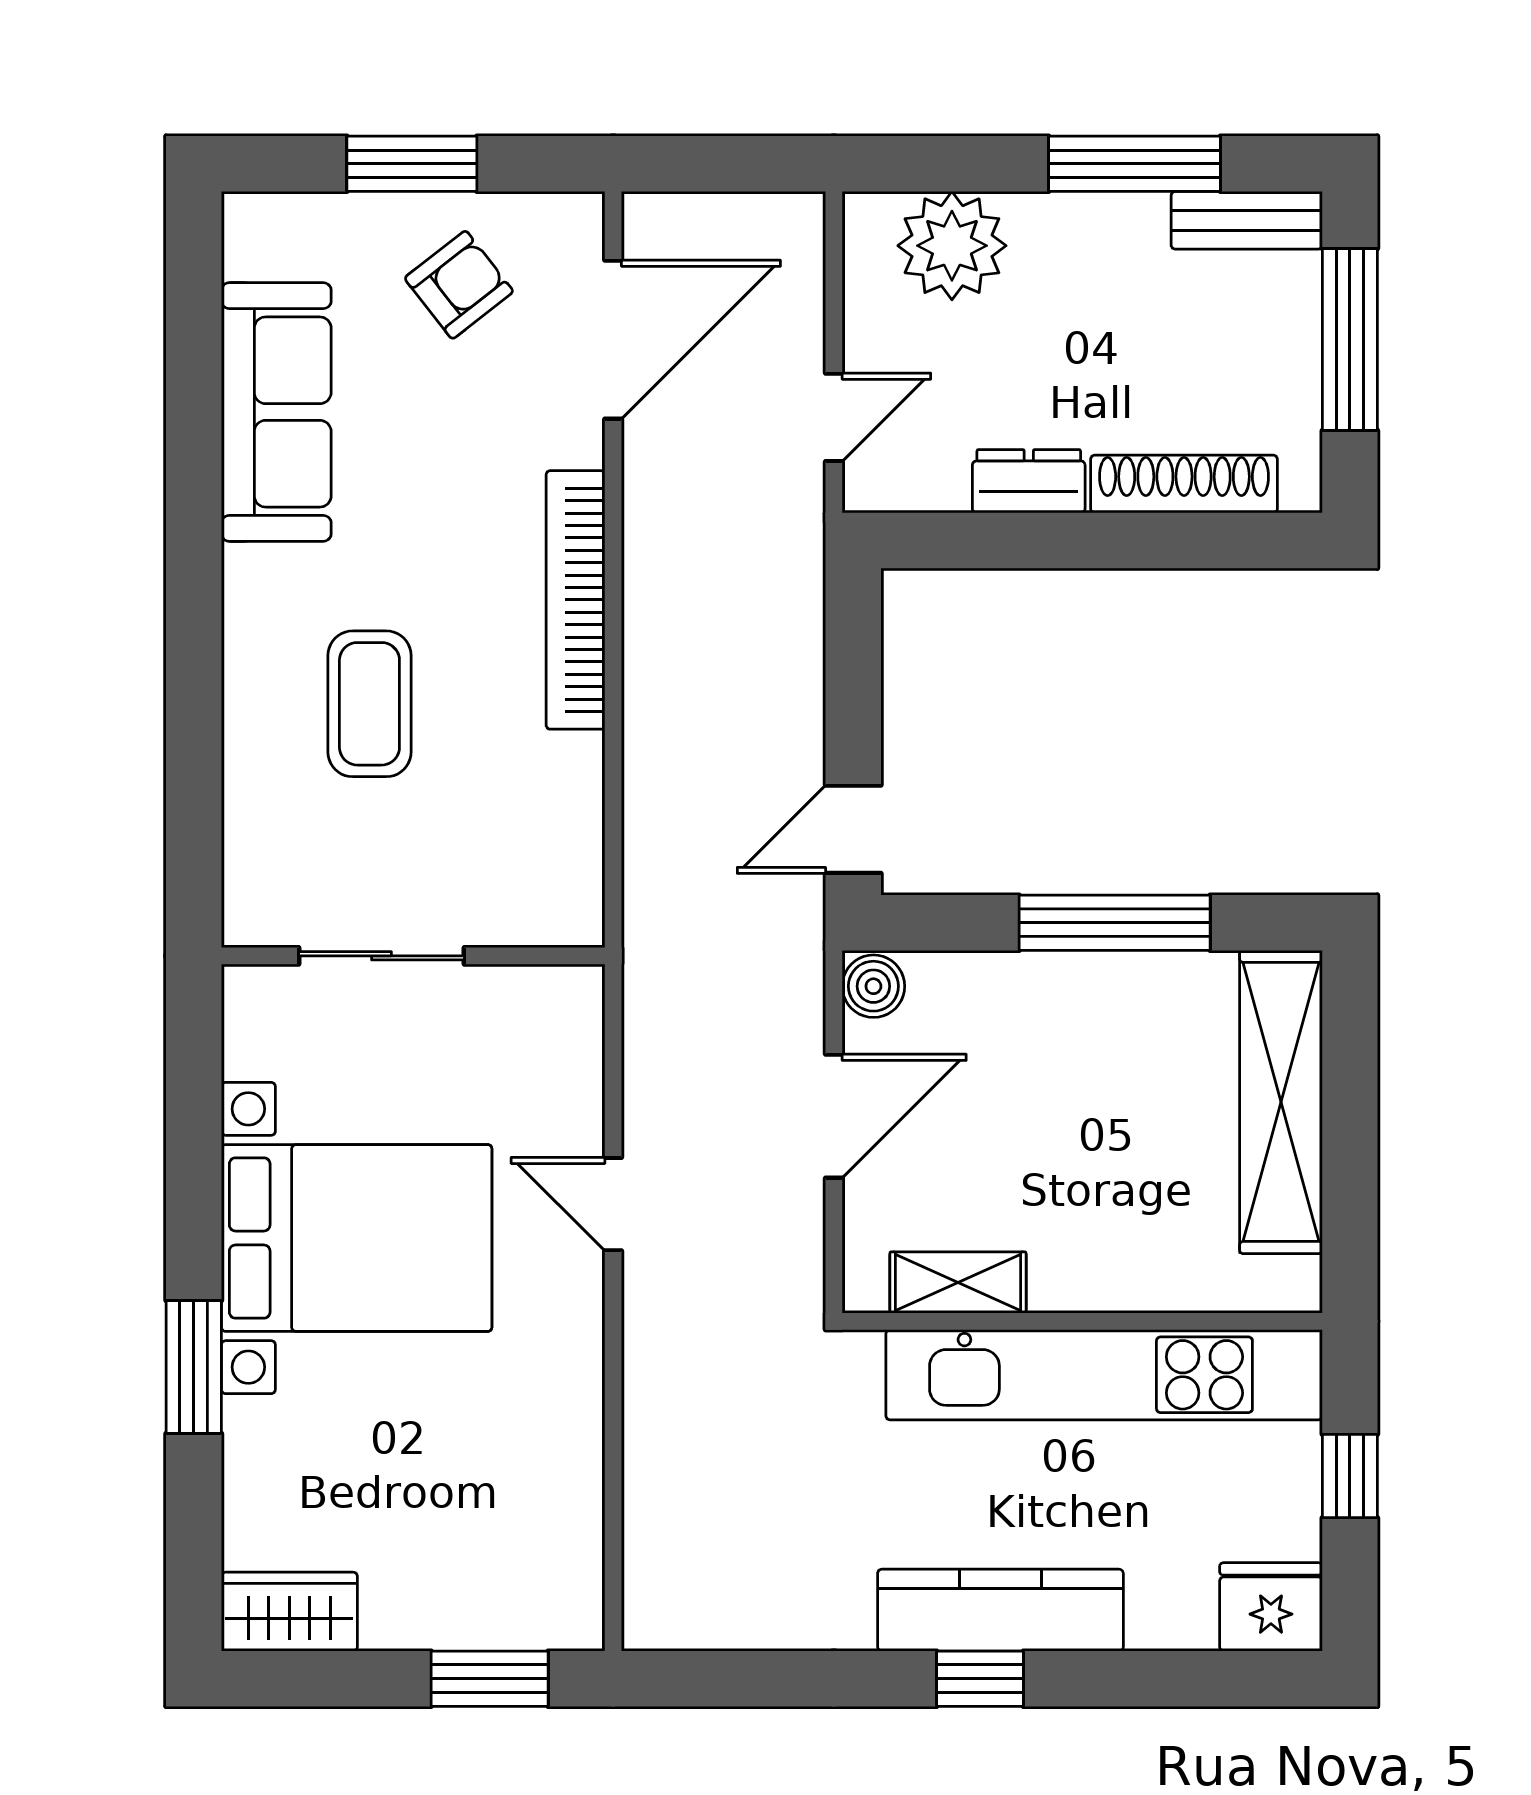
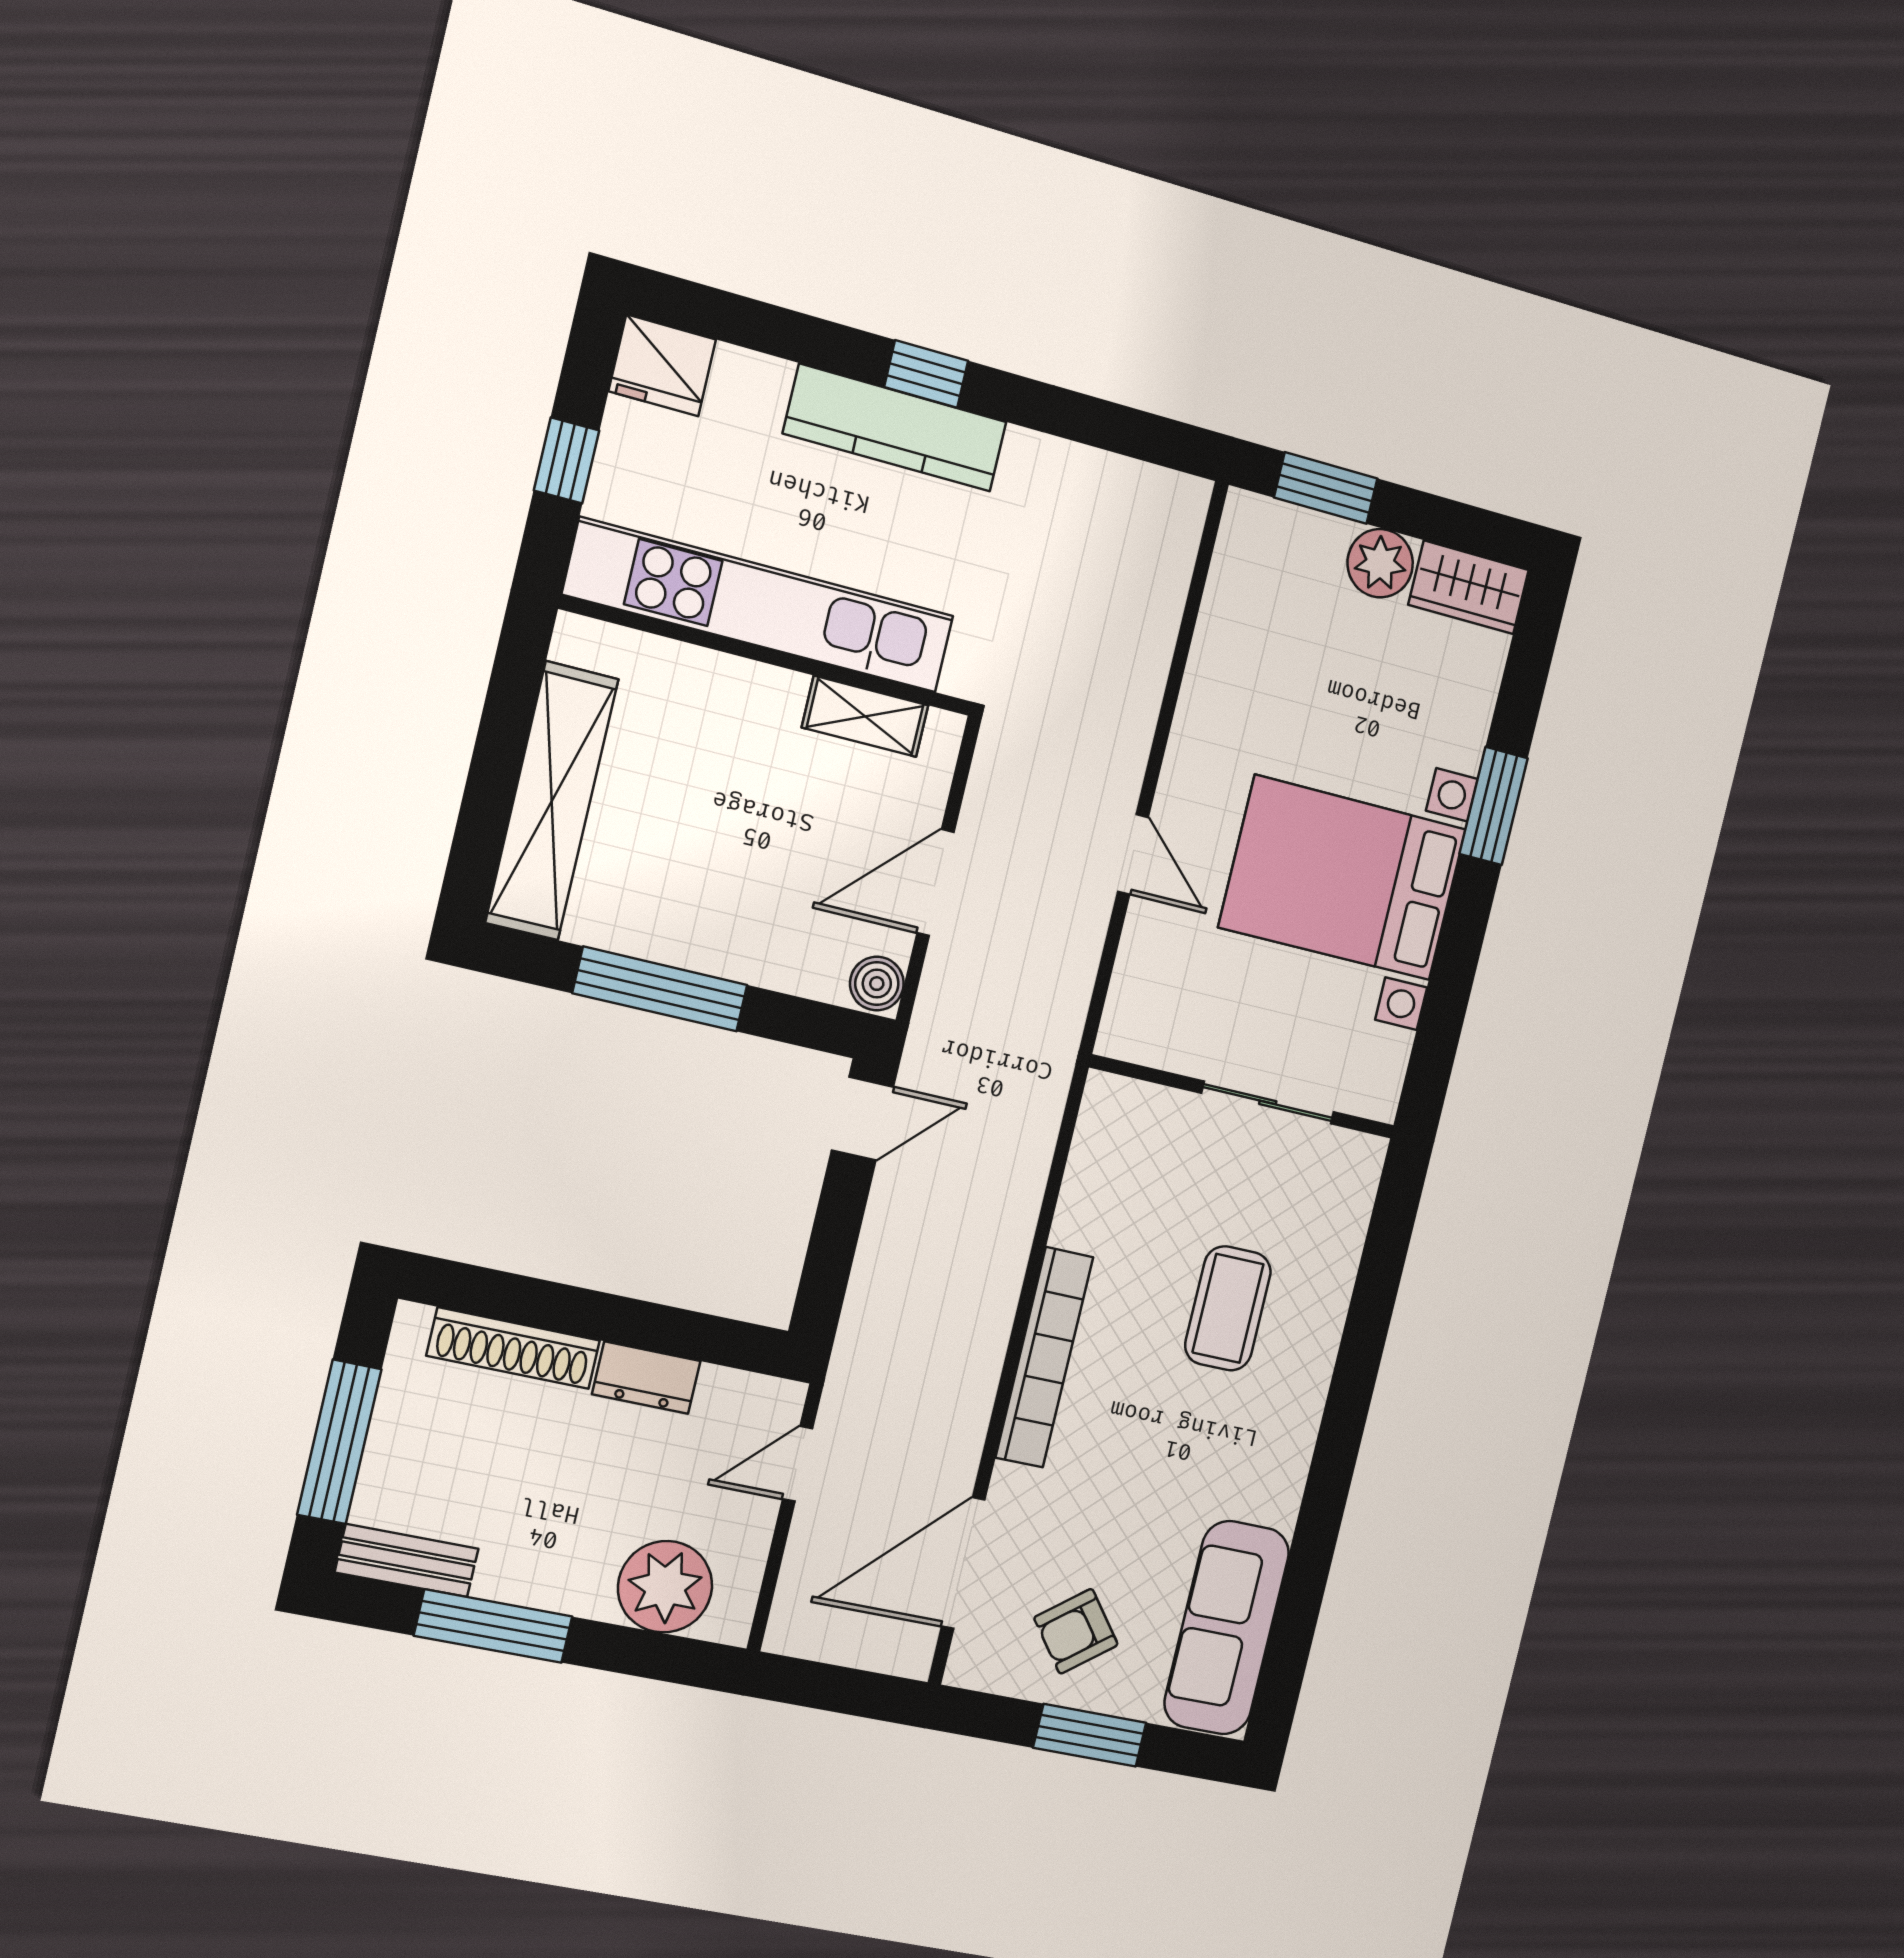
sofa: (276, 412) -> (1227, 1628), moved
plant: (403, 1611) -> (1380, 563), added

